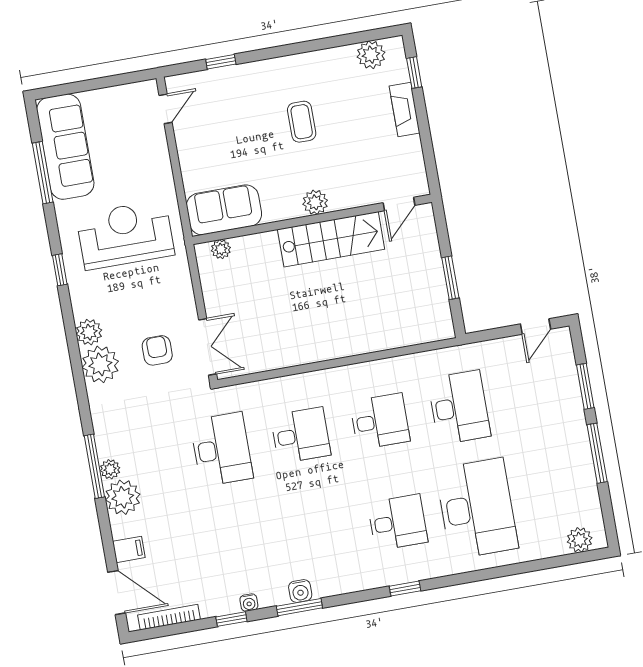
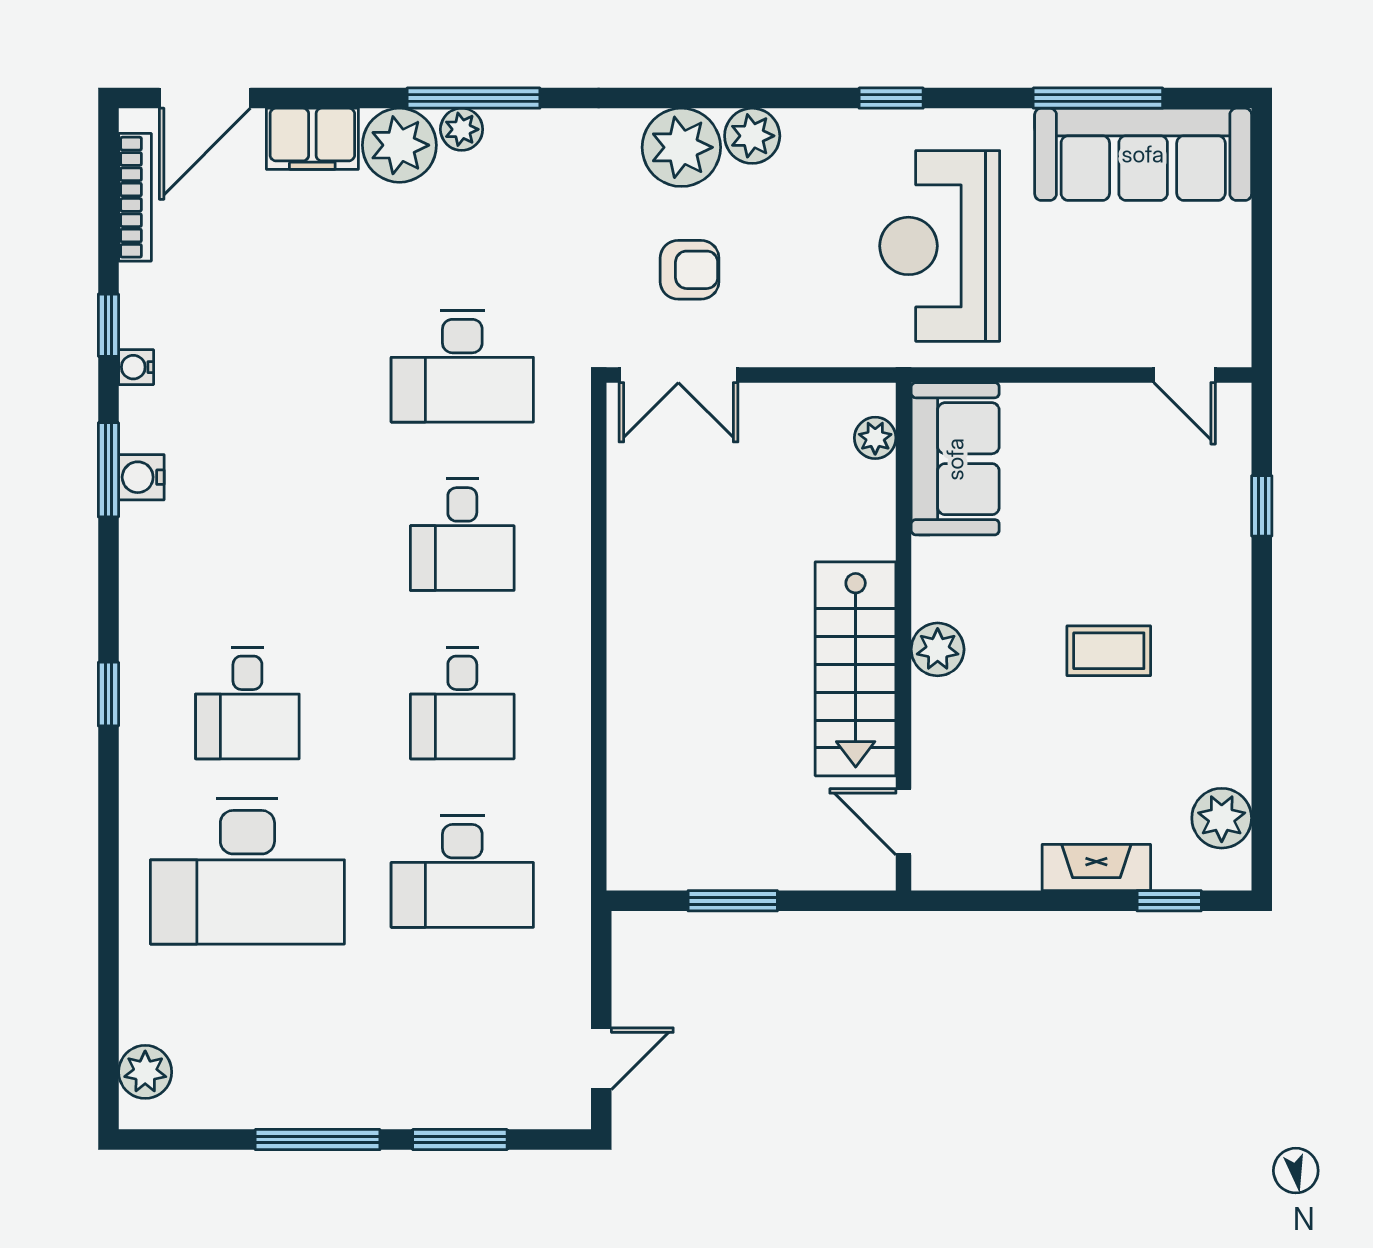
reception desk: (125, 235) -> (940, 246), turned 180
door: (536, 326) -> (601, 1059), swing flipped
filing cabinet: (129, 549) -> (312, 139), width x2.00

